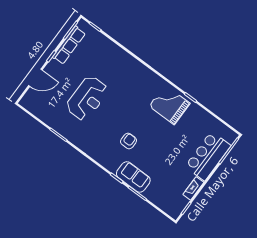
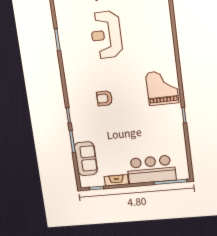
reception desk: (87, 98) -> (106, 35), turned 90
grand piano: (170, 105) -> (162, 88), moved
armchair: (129, 141) -> (104, 98), turned 180
sofa: (133, 177) -> (86, 159), moved

